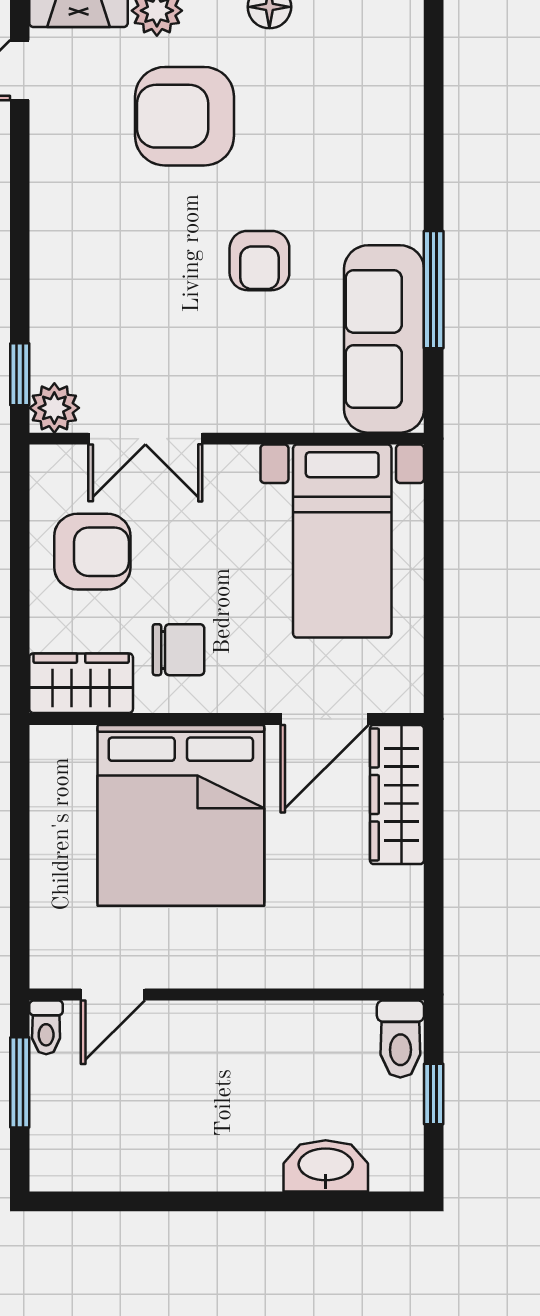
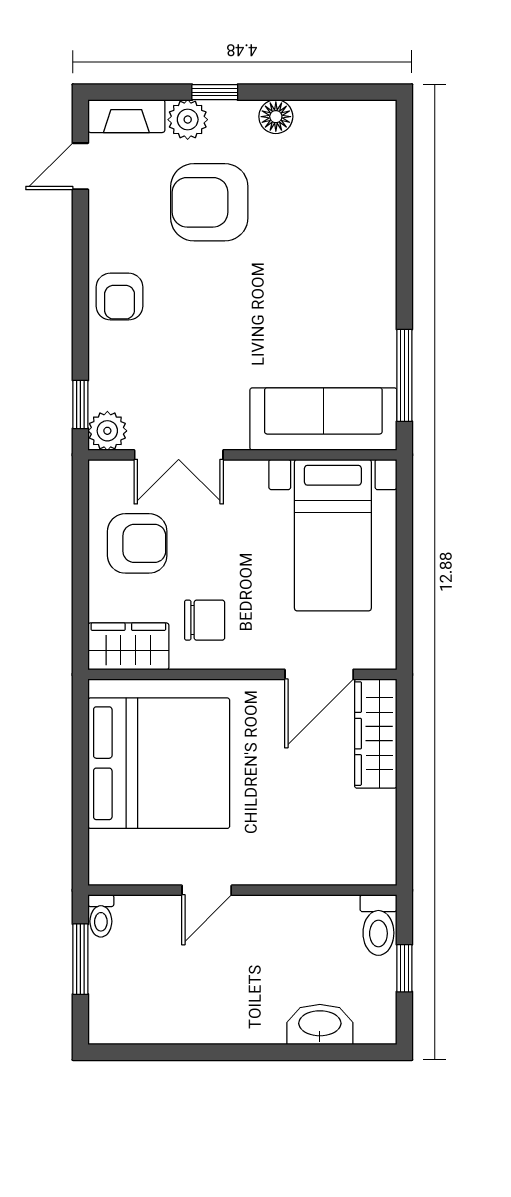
armchair: (259, 261) -> (120, 297), moved
window: (434, 290) -> (404, 375), moved
sofa: (384, 339) -> (323, 419), moved, turned 90
bed: (181, 815) -> (159, 763), moved, turned -90
door: (113, 994) -> (207, 890), moved

